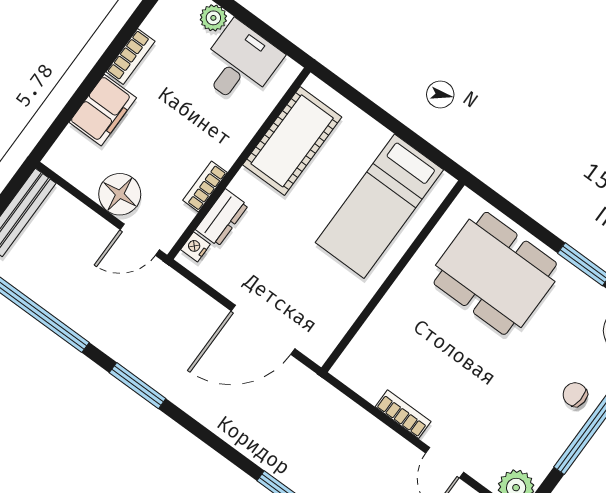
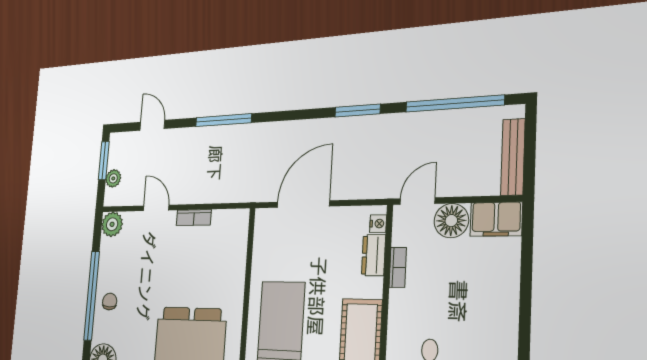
bookcase: (130, 57) -> (510, 321), removed
filing cabinet: (103, 110) -> (496, 219), moved, turned -90
chair: (575, 395) -> (110, 302), turned -94

